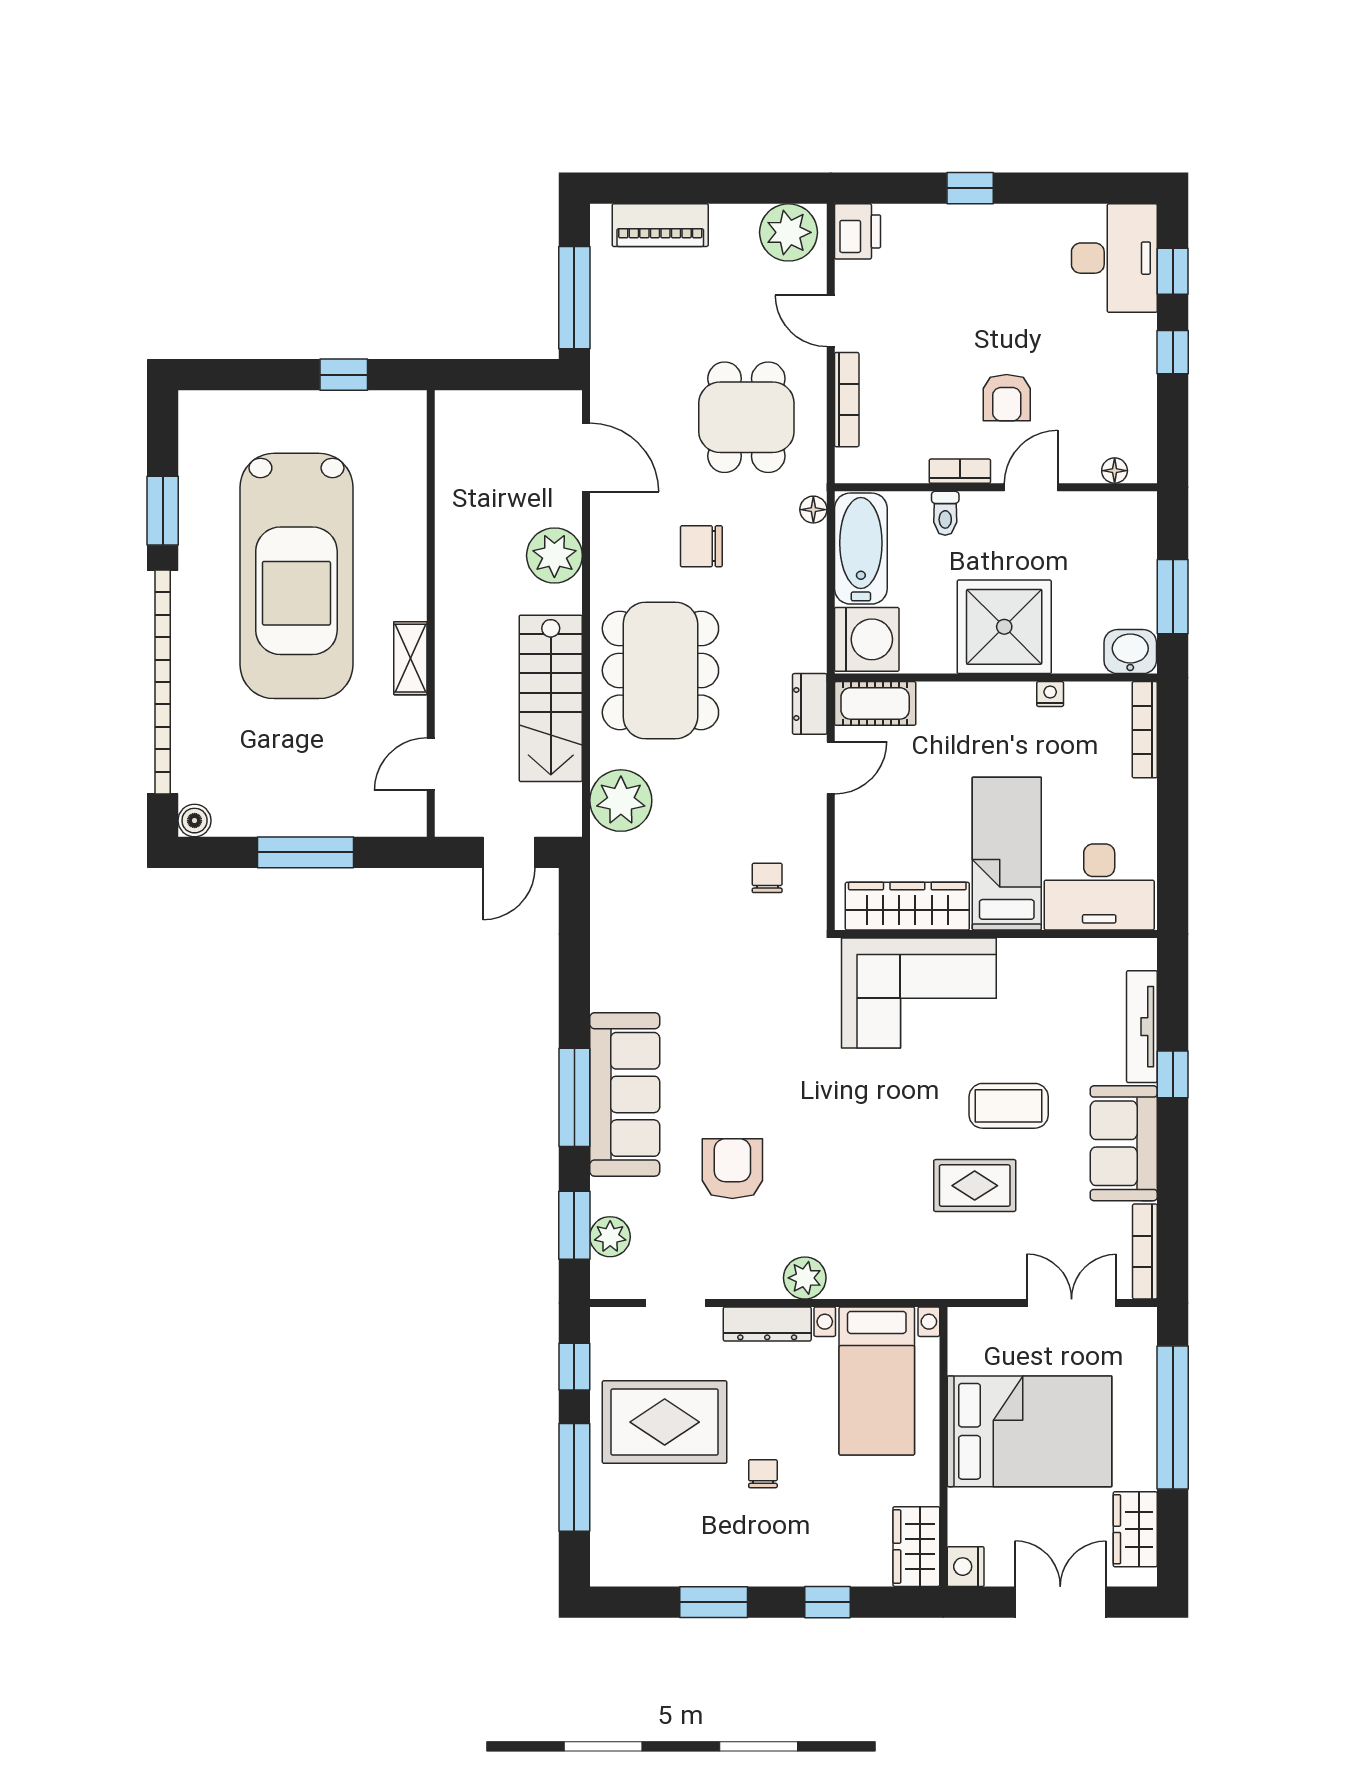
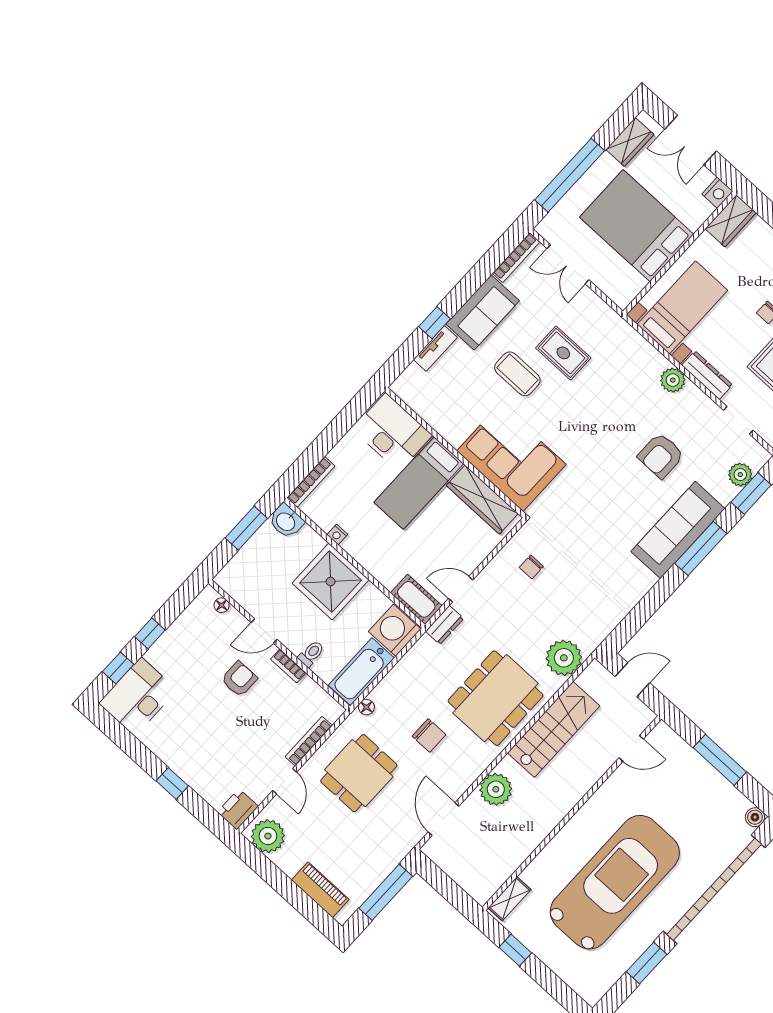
shelving: (410, 658) -> (509, 899), moved
tv unit: (1142, 1027) -> (435, 348), width x0.71

